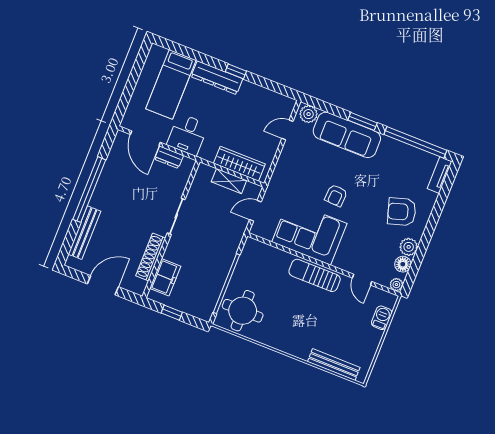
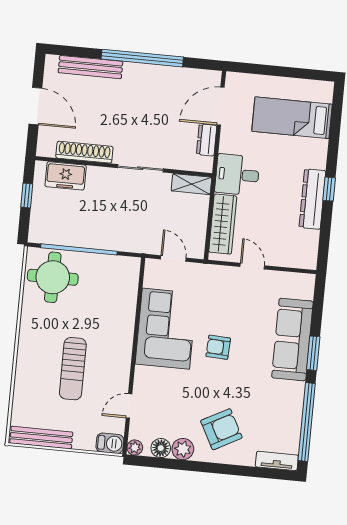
dresser: (217, 78) -> (312, 199), moved
plant: (309, 114) -> (304, 288), removed
door: (287, 130) -> (252, 266), moved
desk: (188, 135) -> (237, 175), moved
shelving: (229, 181) -> (191, 184), moved, turned 90
armchair: (402, 212) -> (221, 429), turned 79
sun lounger: (315, 275) -> (73, 369), moved, turned 180
barbecue: (382, 318) -> (110, 443), moved
bench: (334, 365) -> (41, 438), moved, turned 90

